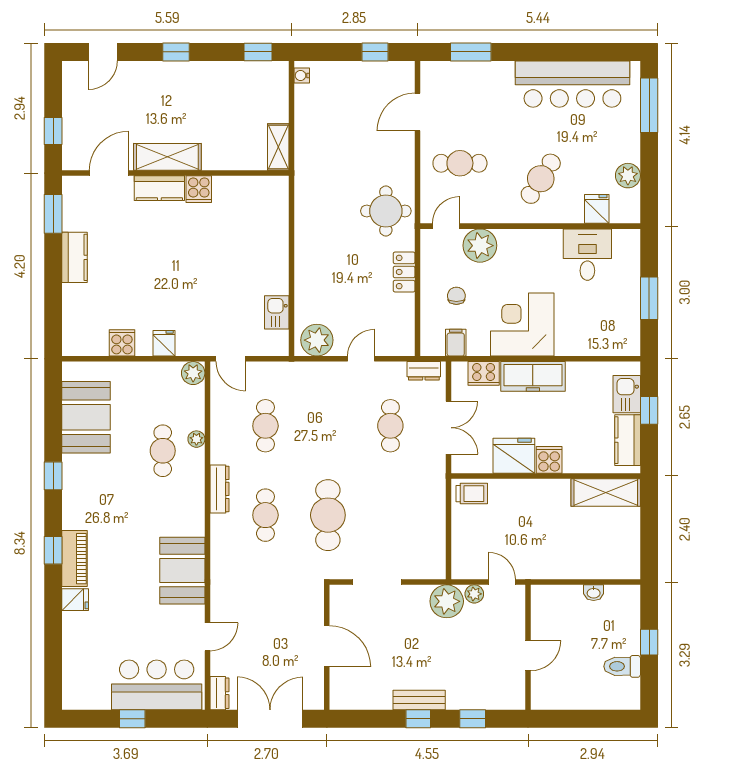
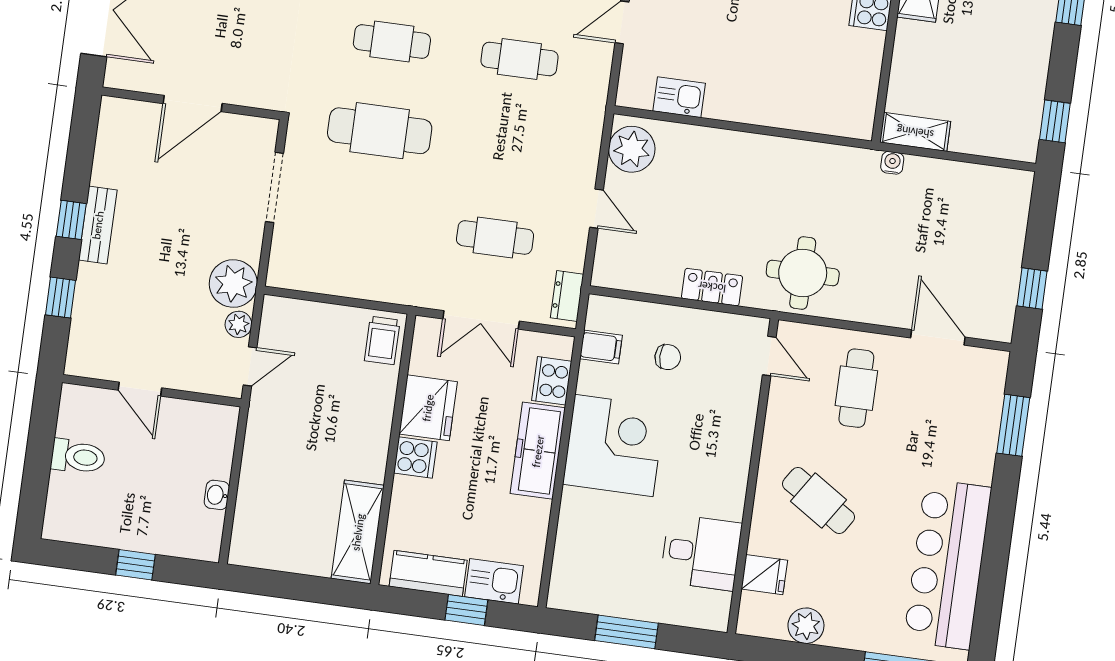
water cooler: (302, 75) -> (892, 163), moved
plant: (480, 246) -> (735, 401), removed
toilet: (622, 666) -> (78, 457), moved, turned 90

